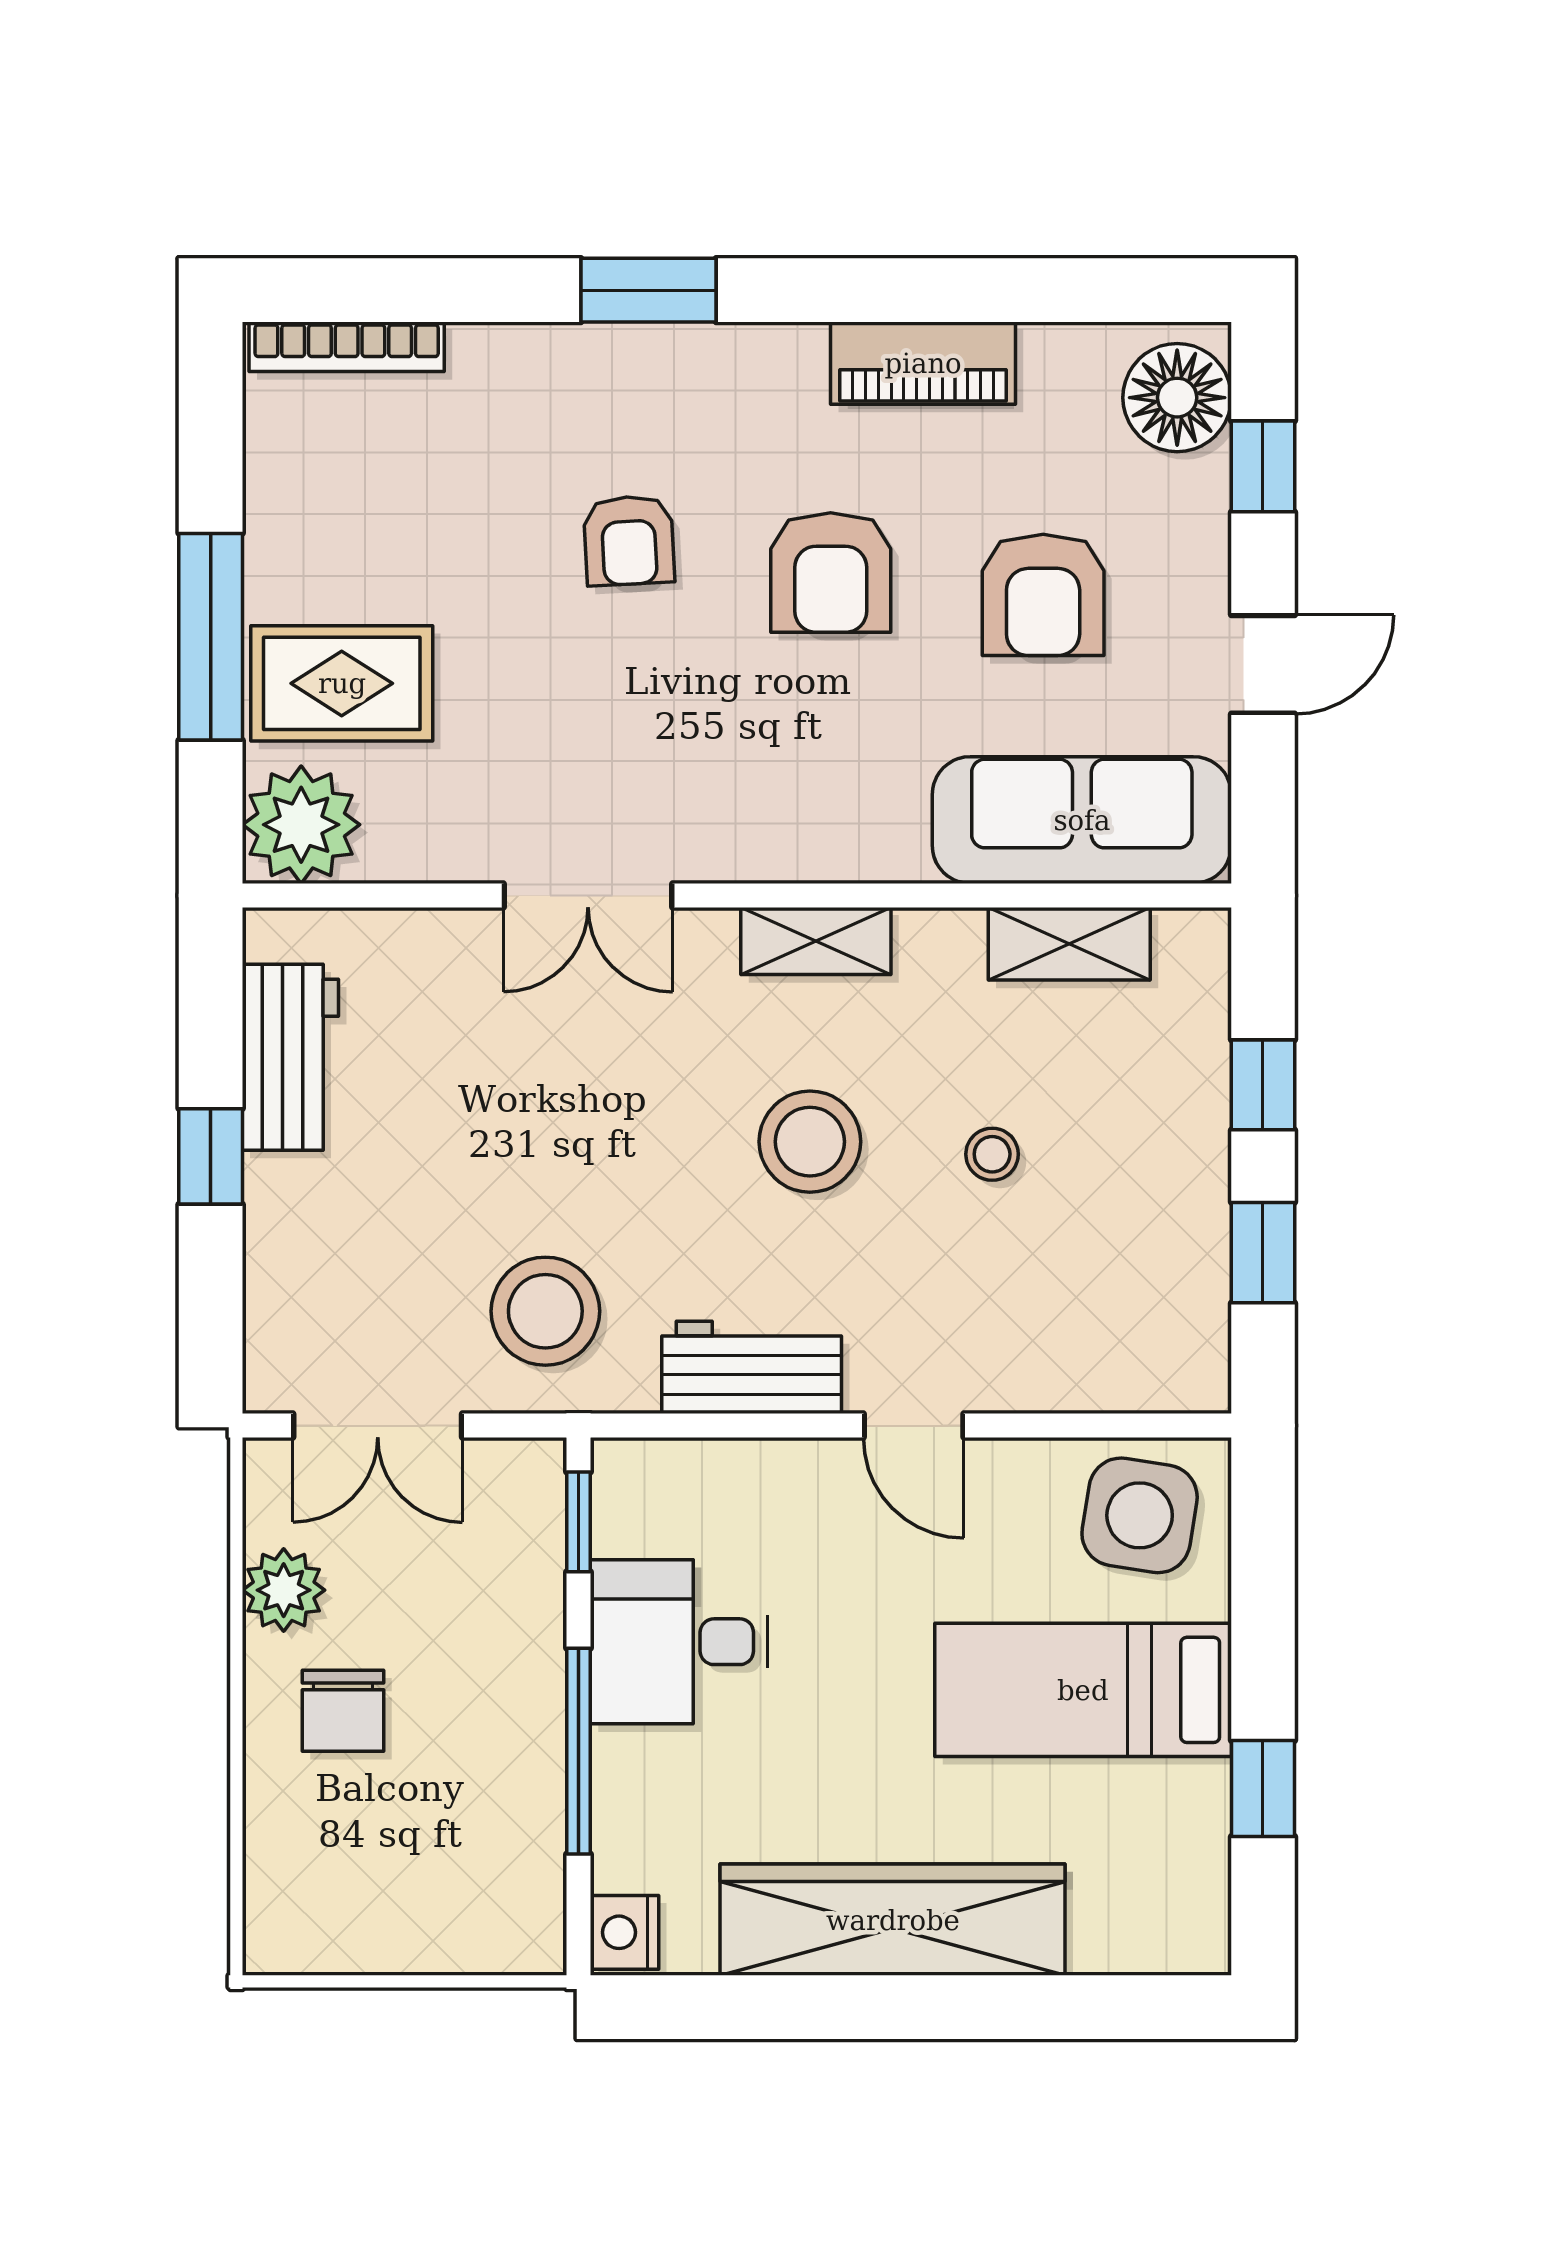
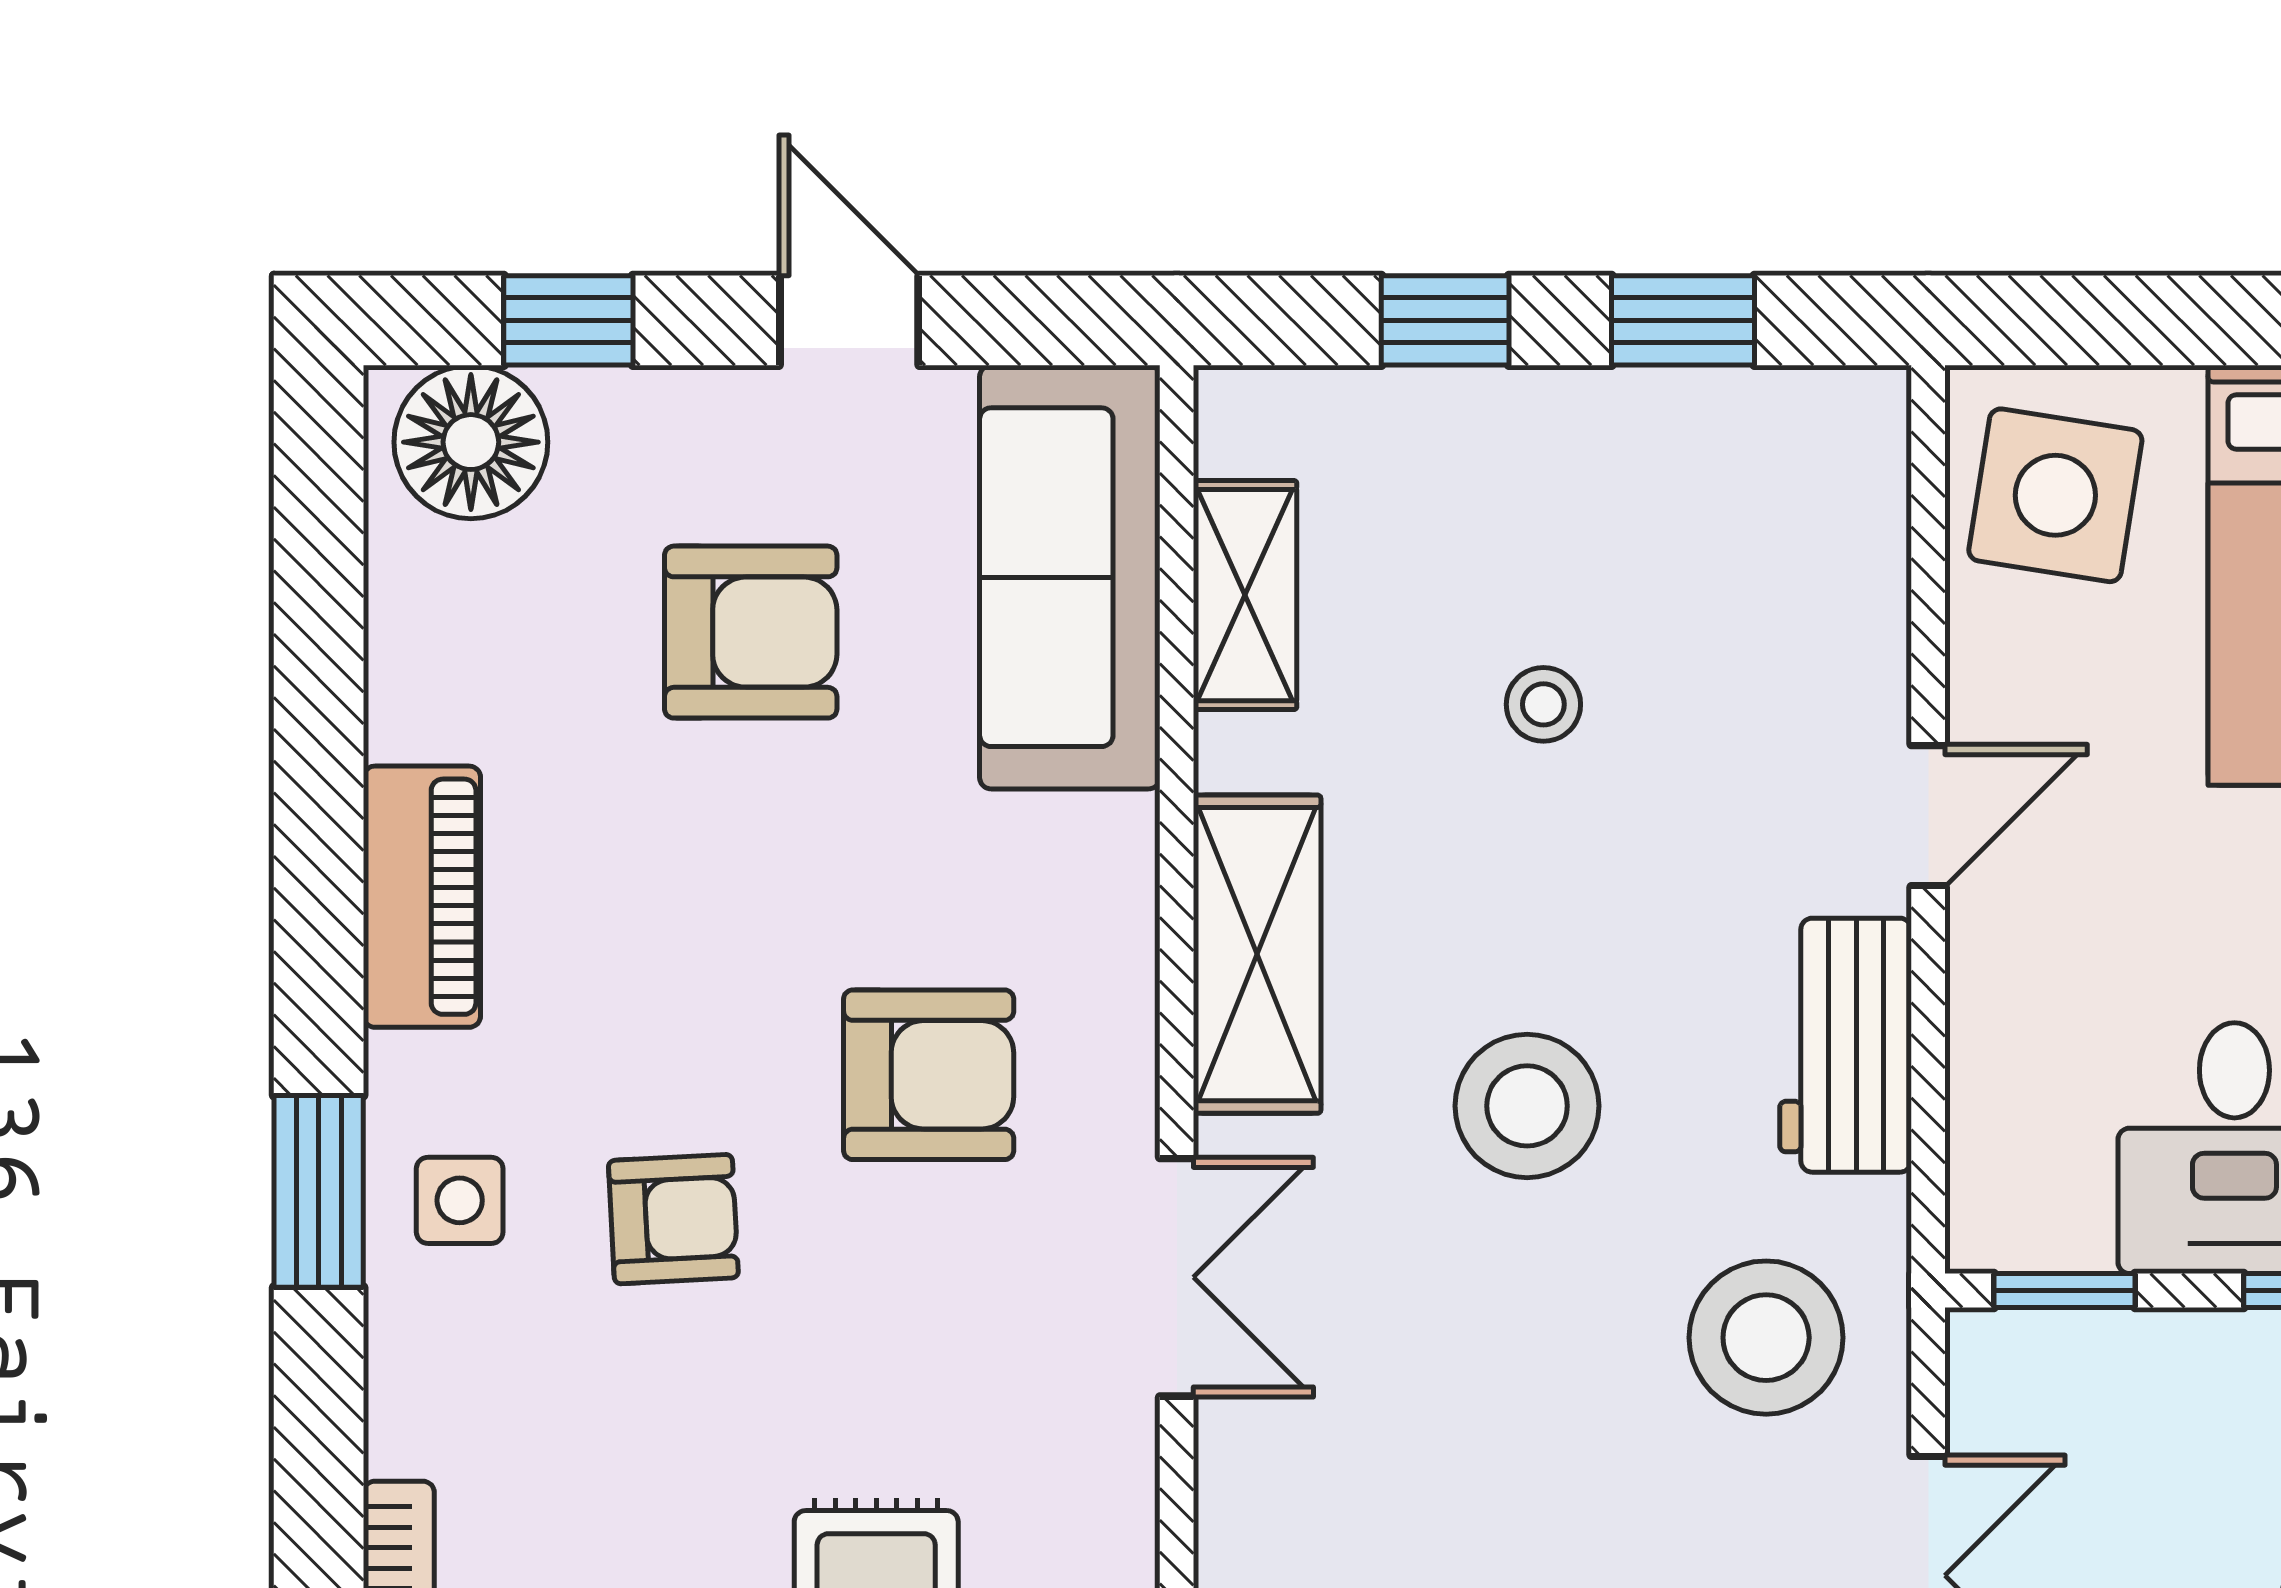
piano: (923, 363) -> (422, 897), moved
side table: (642, 390) -> (460, 1200), added
armchair: (831, 572) -> (929, 1075), moved
shelving: (816, 941) -> (1257, 954), width x1.50, depth x1.33
stool: (810, 1142) -> (1527, 1106), moved

